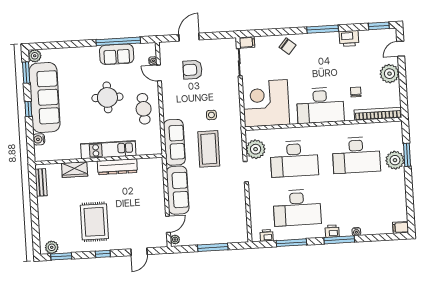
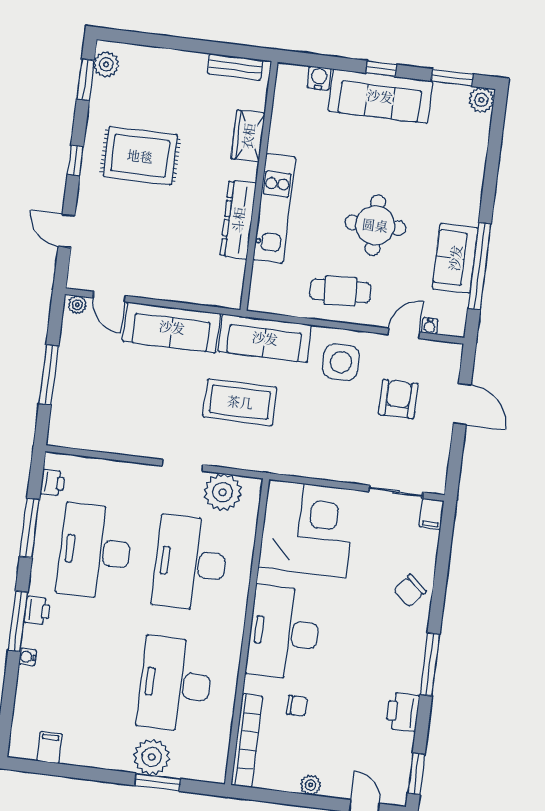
plant: (389, 74) -> (311, 785), width x0.53, depth x0.53
sofa: (45, 97) -> (380, 96), width x0.74, depth x0.79
side table: (211, 115) -> (341, 362), moved, width x1.87, depth x1.87
filing cabinet: (401, 227) -> (49, 748), moved

